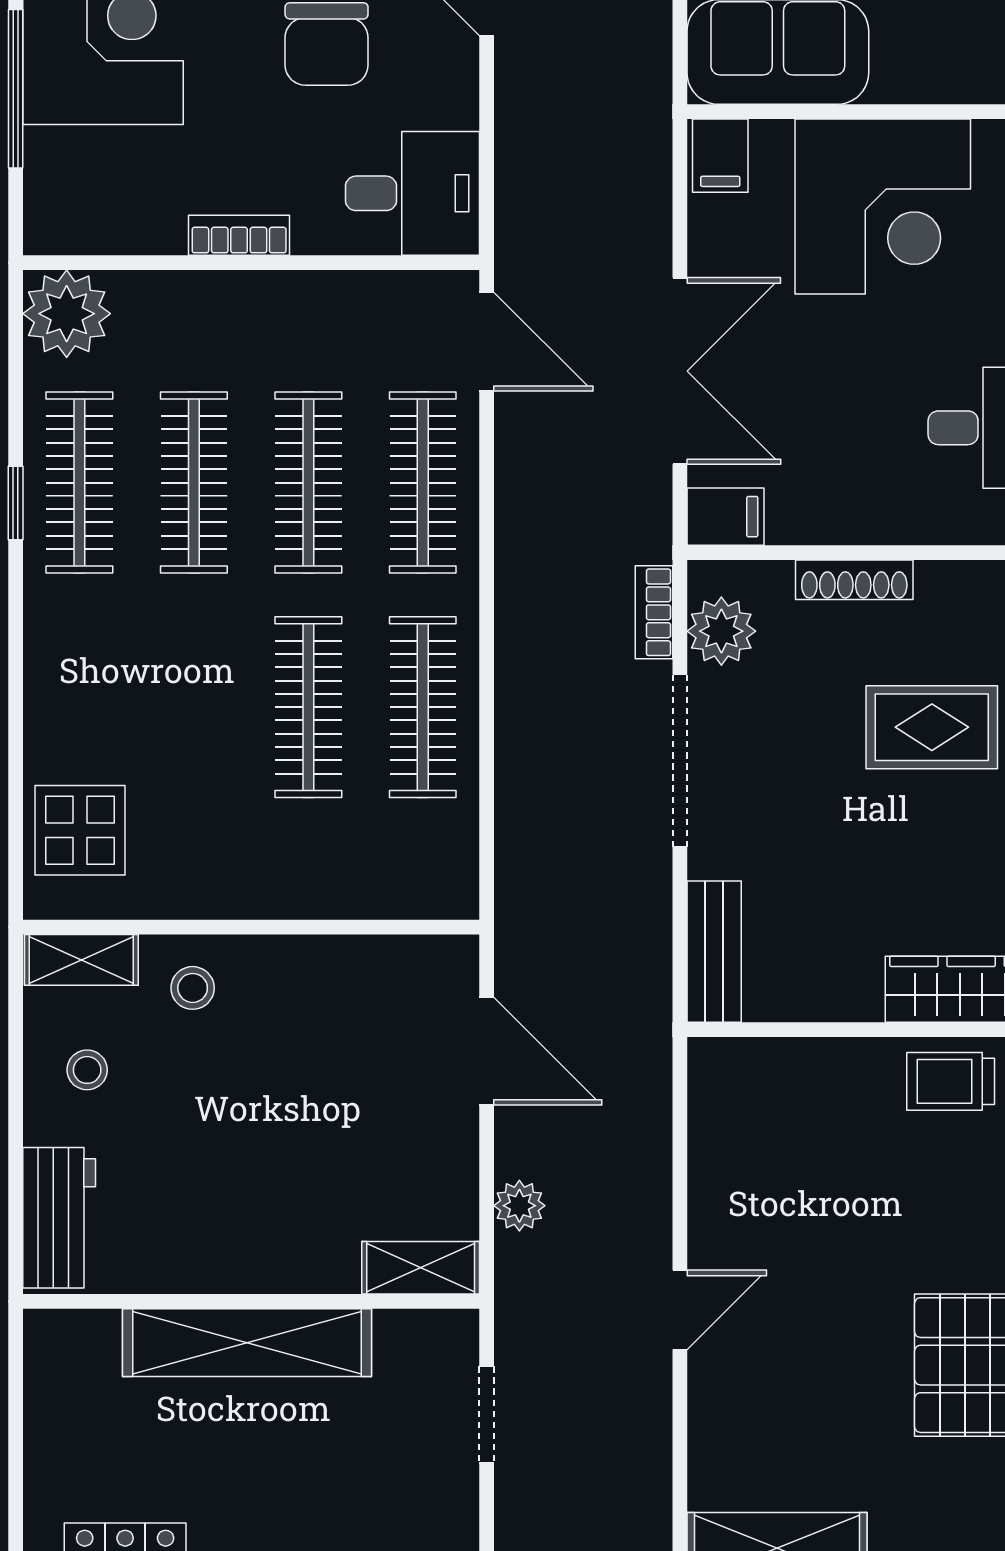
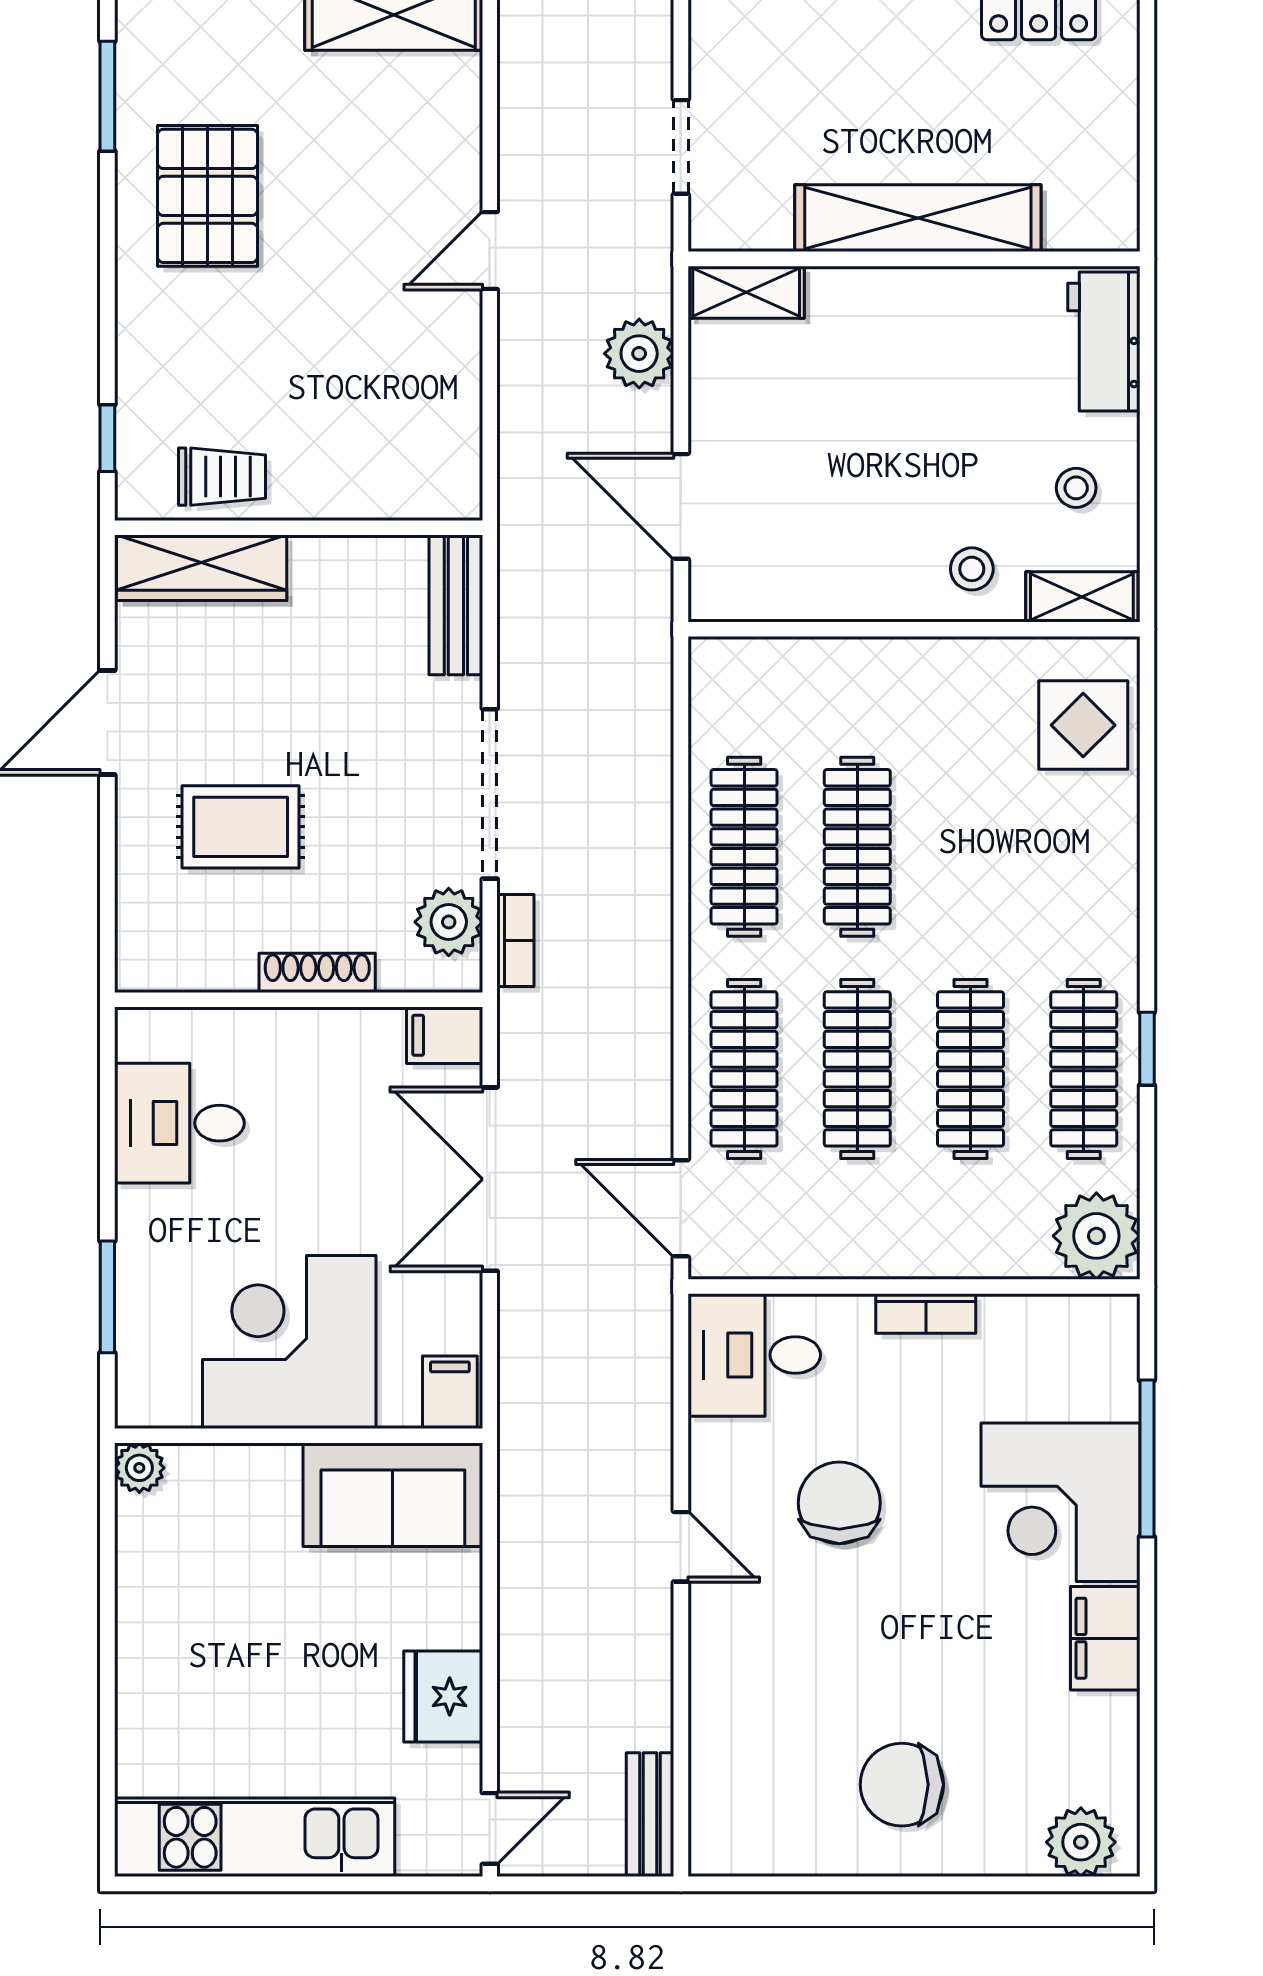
plant: (519, 1206) -> (639, 354), width x1.38, depth x1.38

